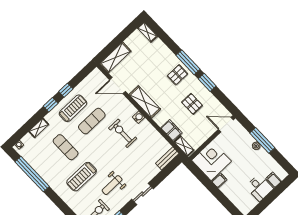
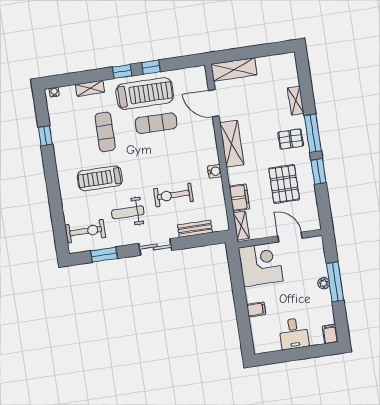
shelving: (147, 32) -> (296, 101), moved
pallet: (192, 104) -> (284, 184), width x1.50, depth x1.42
treadmill: (73, 108) -> (145, 93), width x1.37, depth x1.38
water cooler: (139, 117) -> (215, 171), moved
door: (226, 125) -> (290, 237), moved
exercise bike: (123, 133) -> (173, 195), moved, turned -90
bench: (167, 158) -> (195, 229), moved
window: (32, 174) -> (45, 136), width x0.32
filing cabinet: (219, 180) -> (256, 309), moved
filing cabinet: (274, 180) -> (330, 334), moved

